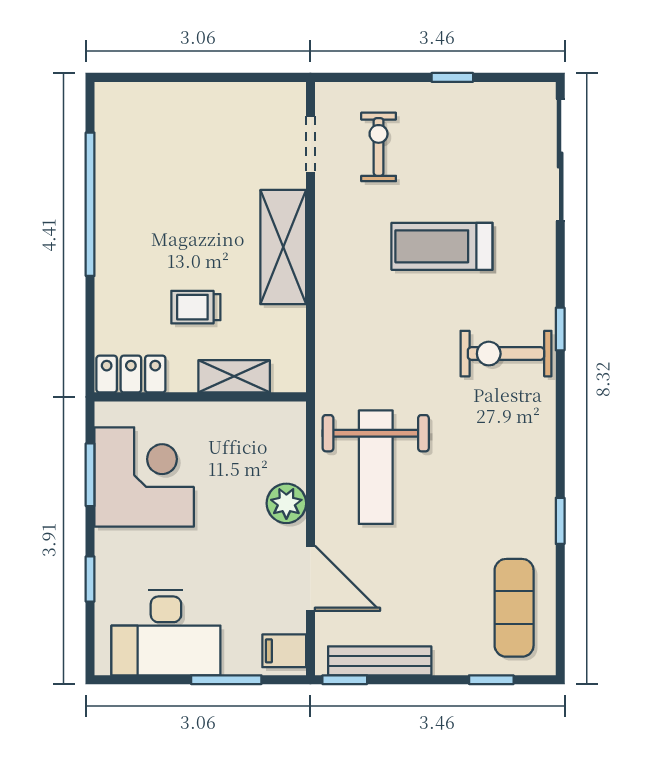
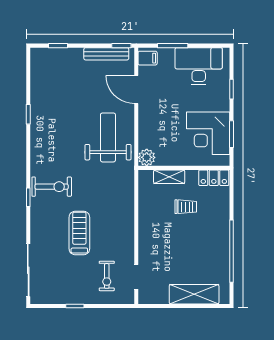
treadmill: (442, 246) -> (79, 233), turned -90
shelving: (283, 247) -> (194, 294), moved, turned 90
plant: (286, 503) -> (147, 157), moved
exercise mat: (514, 608) -> (48, 77), removed

